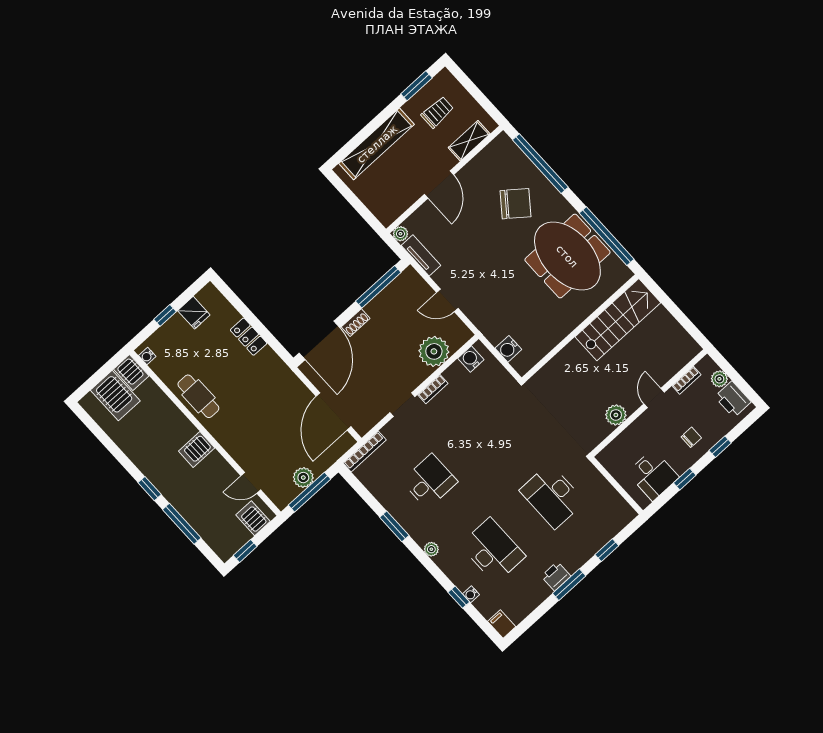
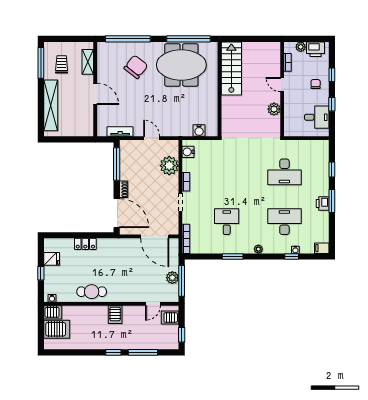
window: (416, 86) -> (41, 63), width x1.44
plant: (400, 234) -> (102, 132), removed
door: (447, 300) -> (152, 138), swing flipped

